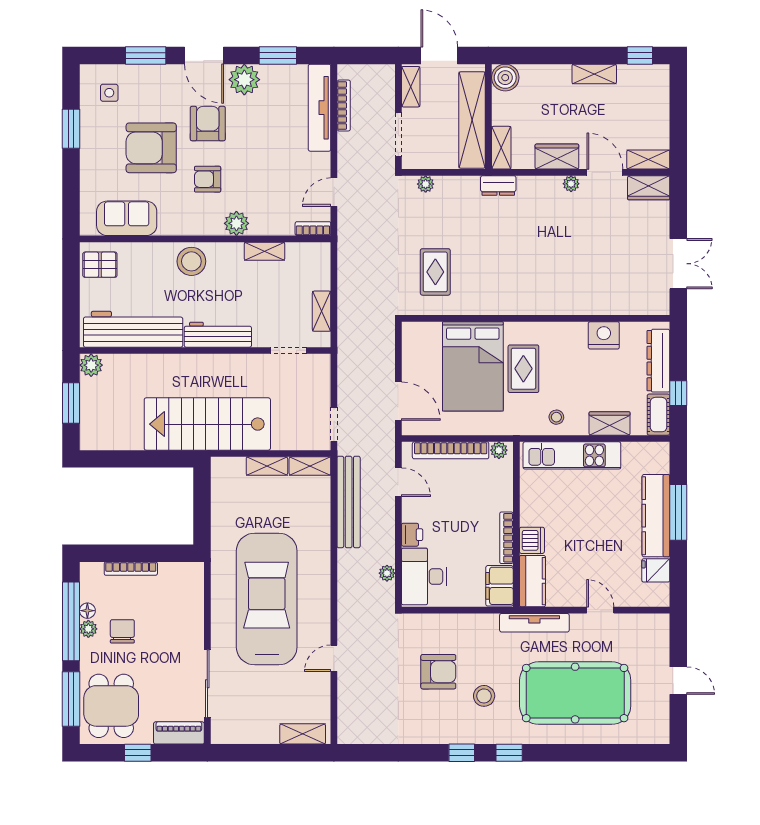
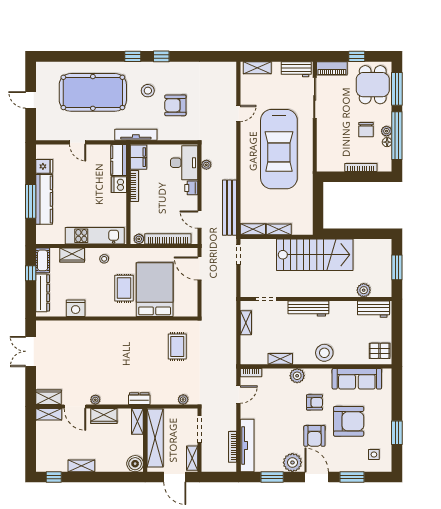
sofa: (127, 218) -> (357, 379), width x1.36
workbench: (133, 329) -> (373, 309), width x0.53, depth x0.76
plant: (91, 365) -> (364, 290), moved
tv unit: (534, 623) -> (136, 135), moved
workbench: (238, 732) -> (296, 69), added

